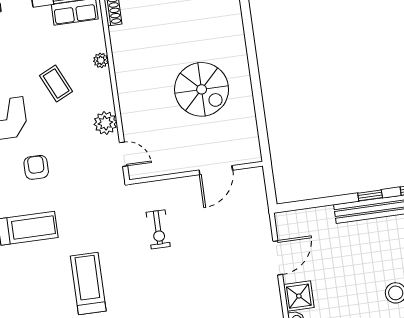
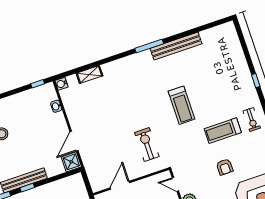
exercise bike: (158, 229) -> (147, 144), width x1.38, depth x1.39
shower: (299, 296) -> (71, 162), moved

